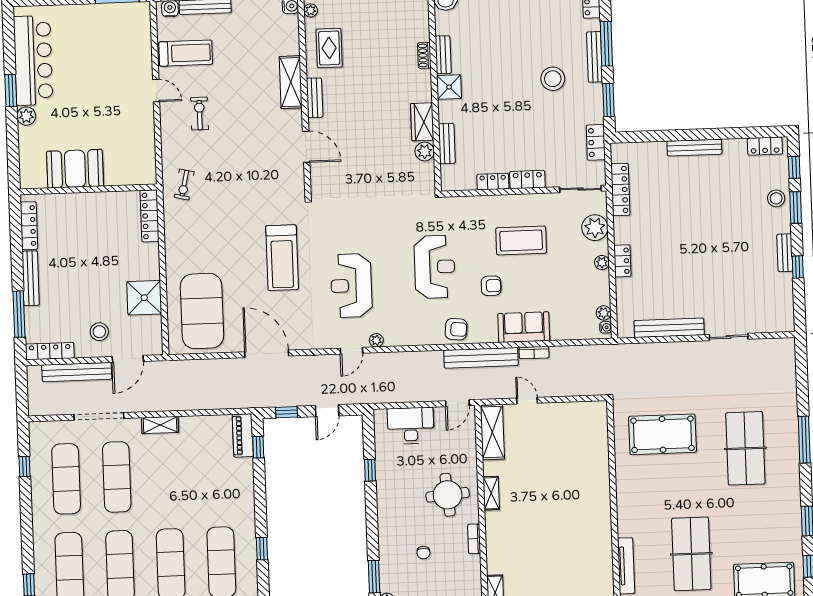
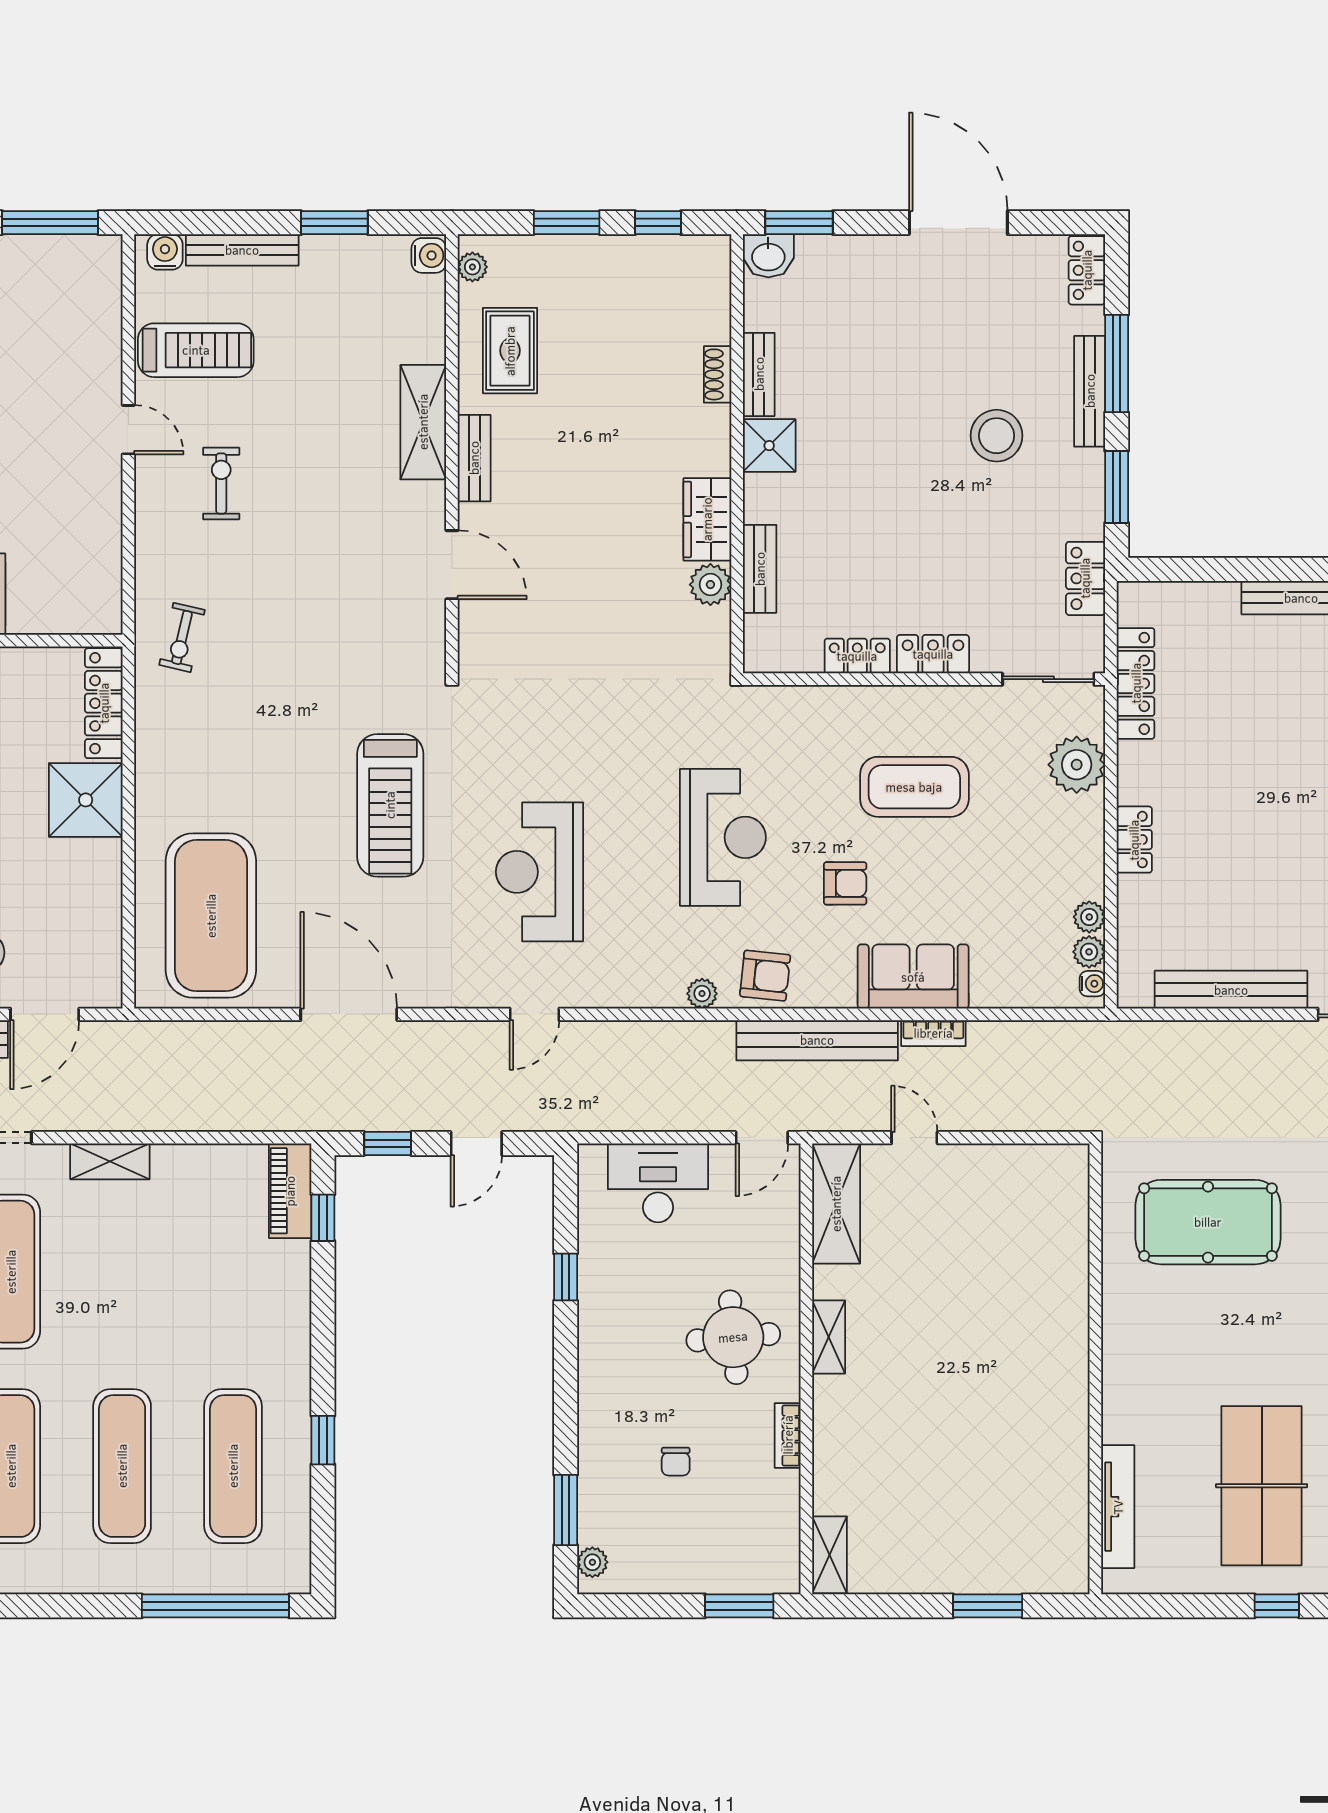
plant: (602, 263) -> (1089, 917), moved
shower: (144, 298) -> (86, 800), moved
plant: (376, 340) -> (702, 994), moved

